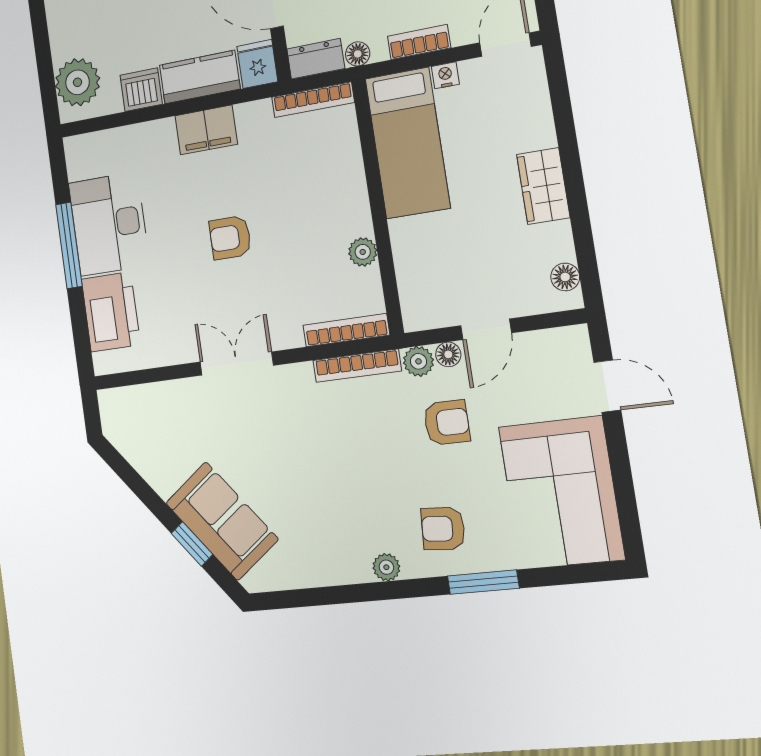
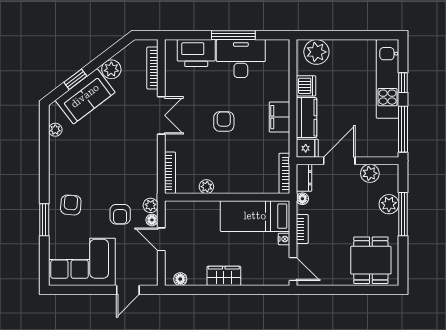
bookcase: (357, 366) -> (152, 68), moved
plant: (163, 474) -> (111, 69), added
plant: (386, 567) -> (55, 130), moved

